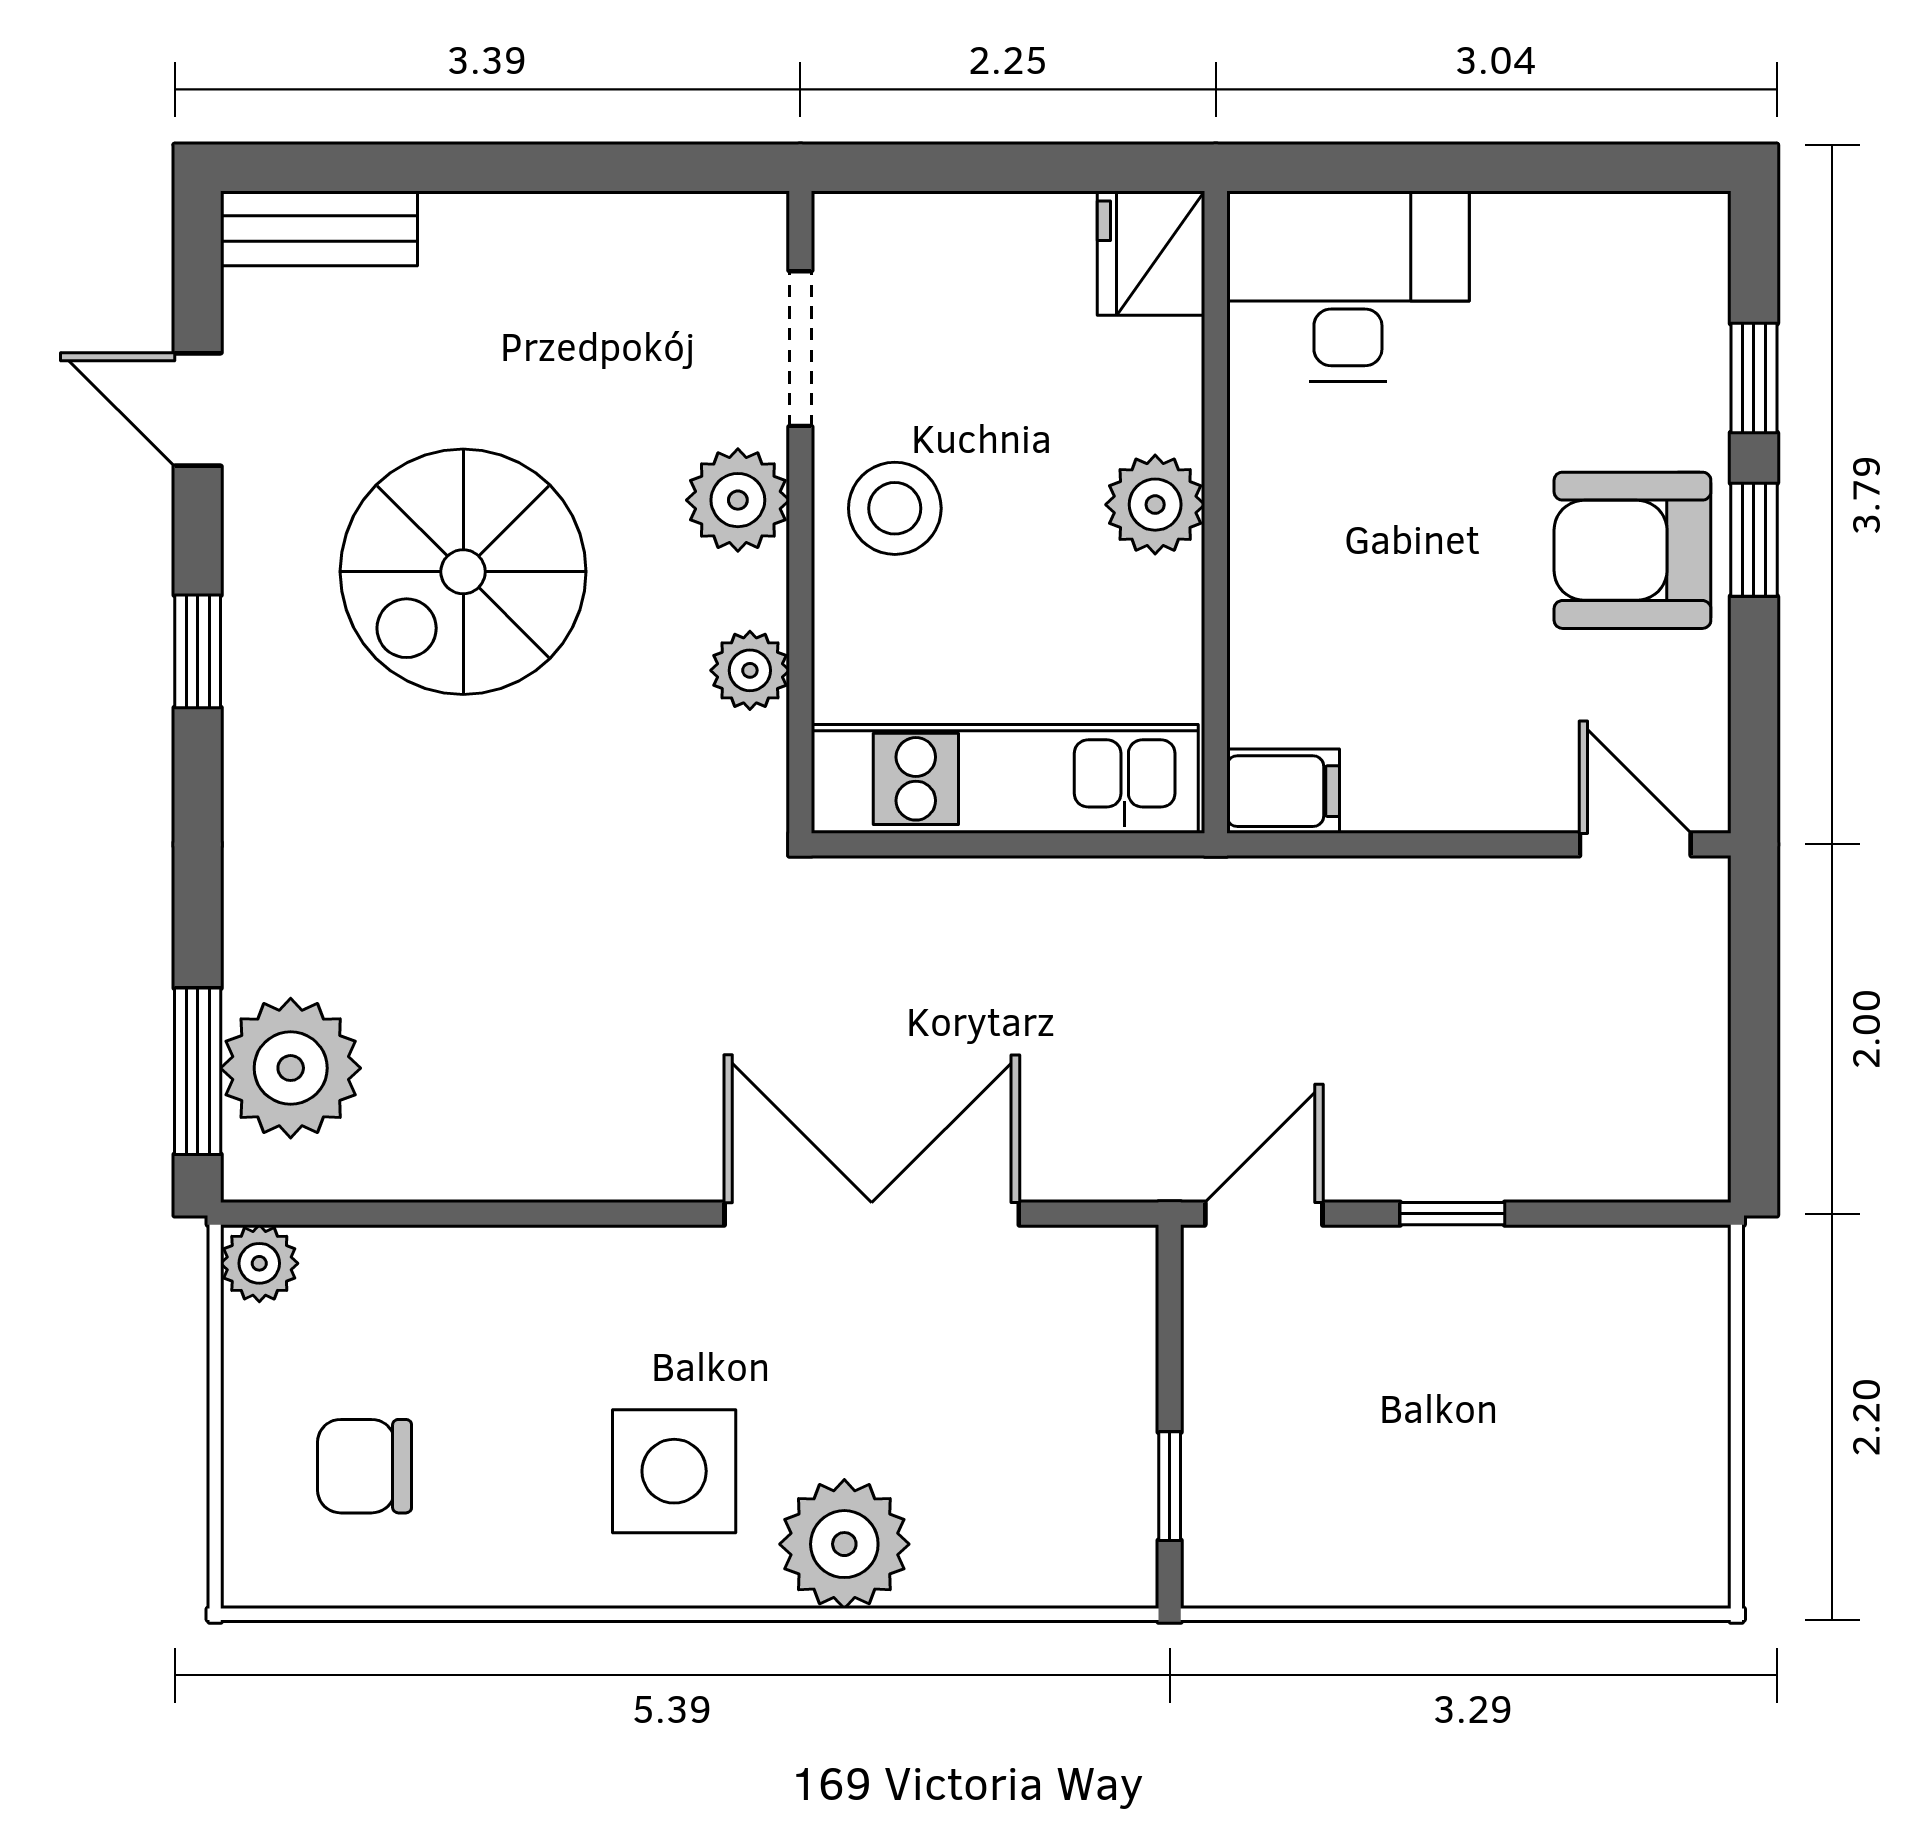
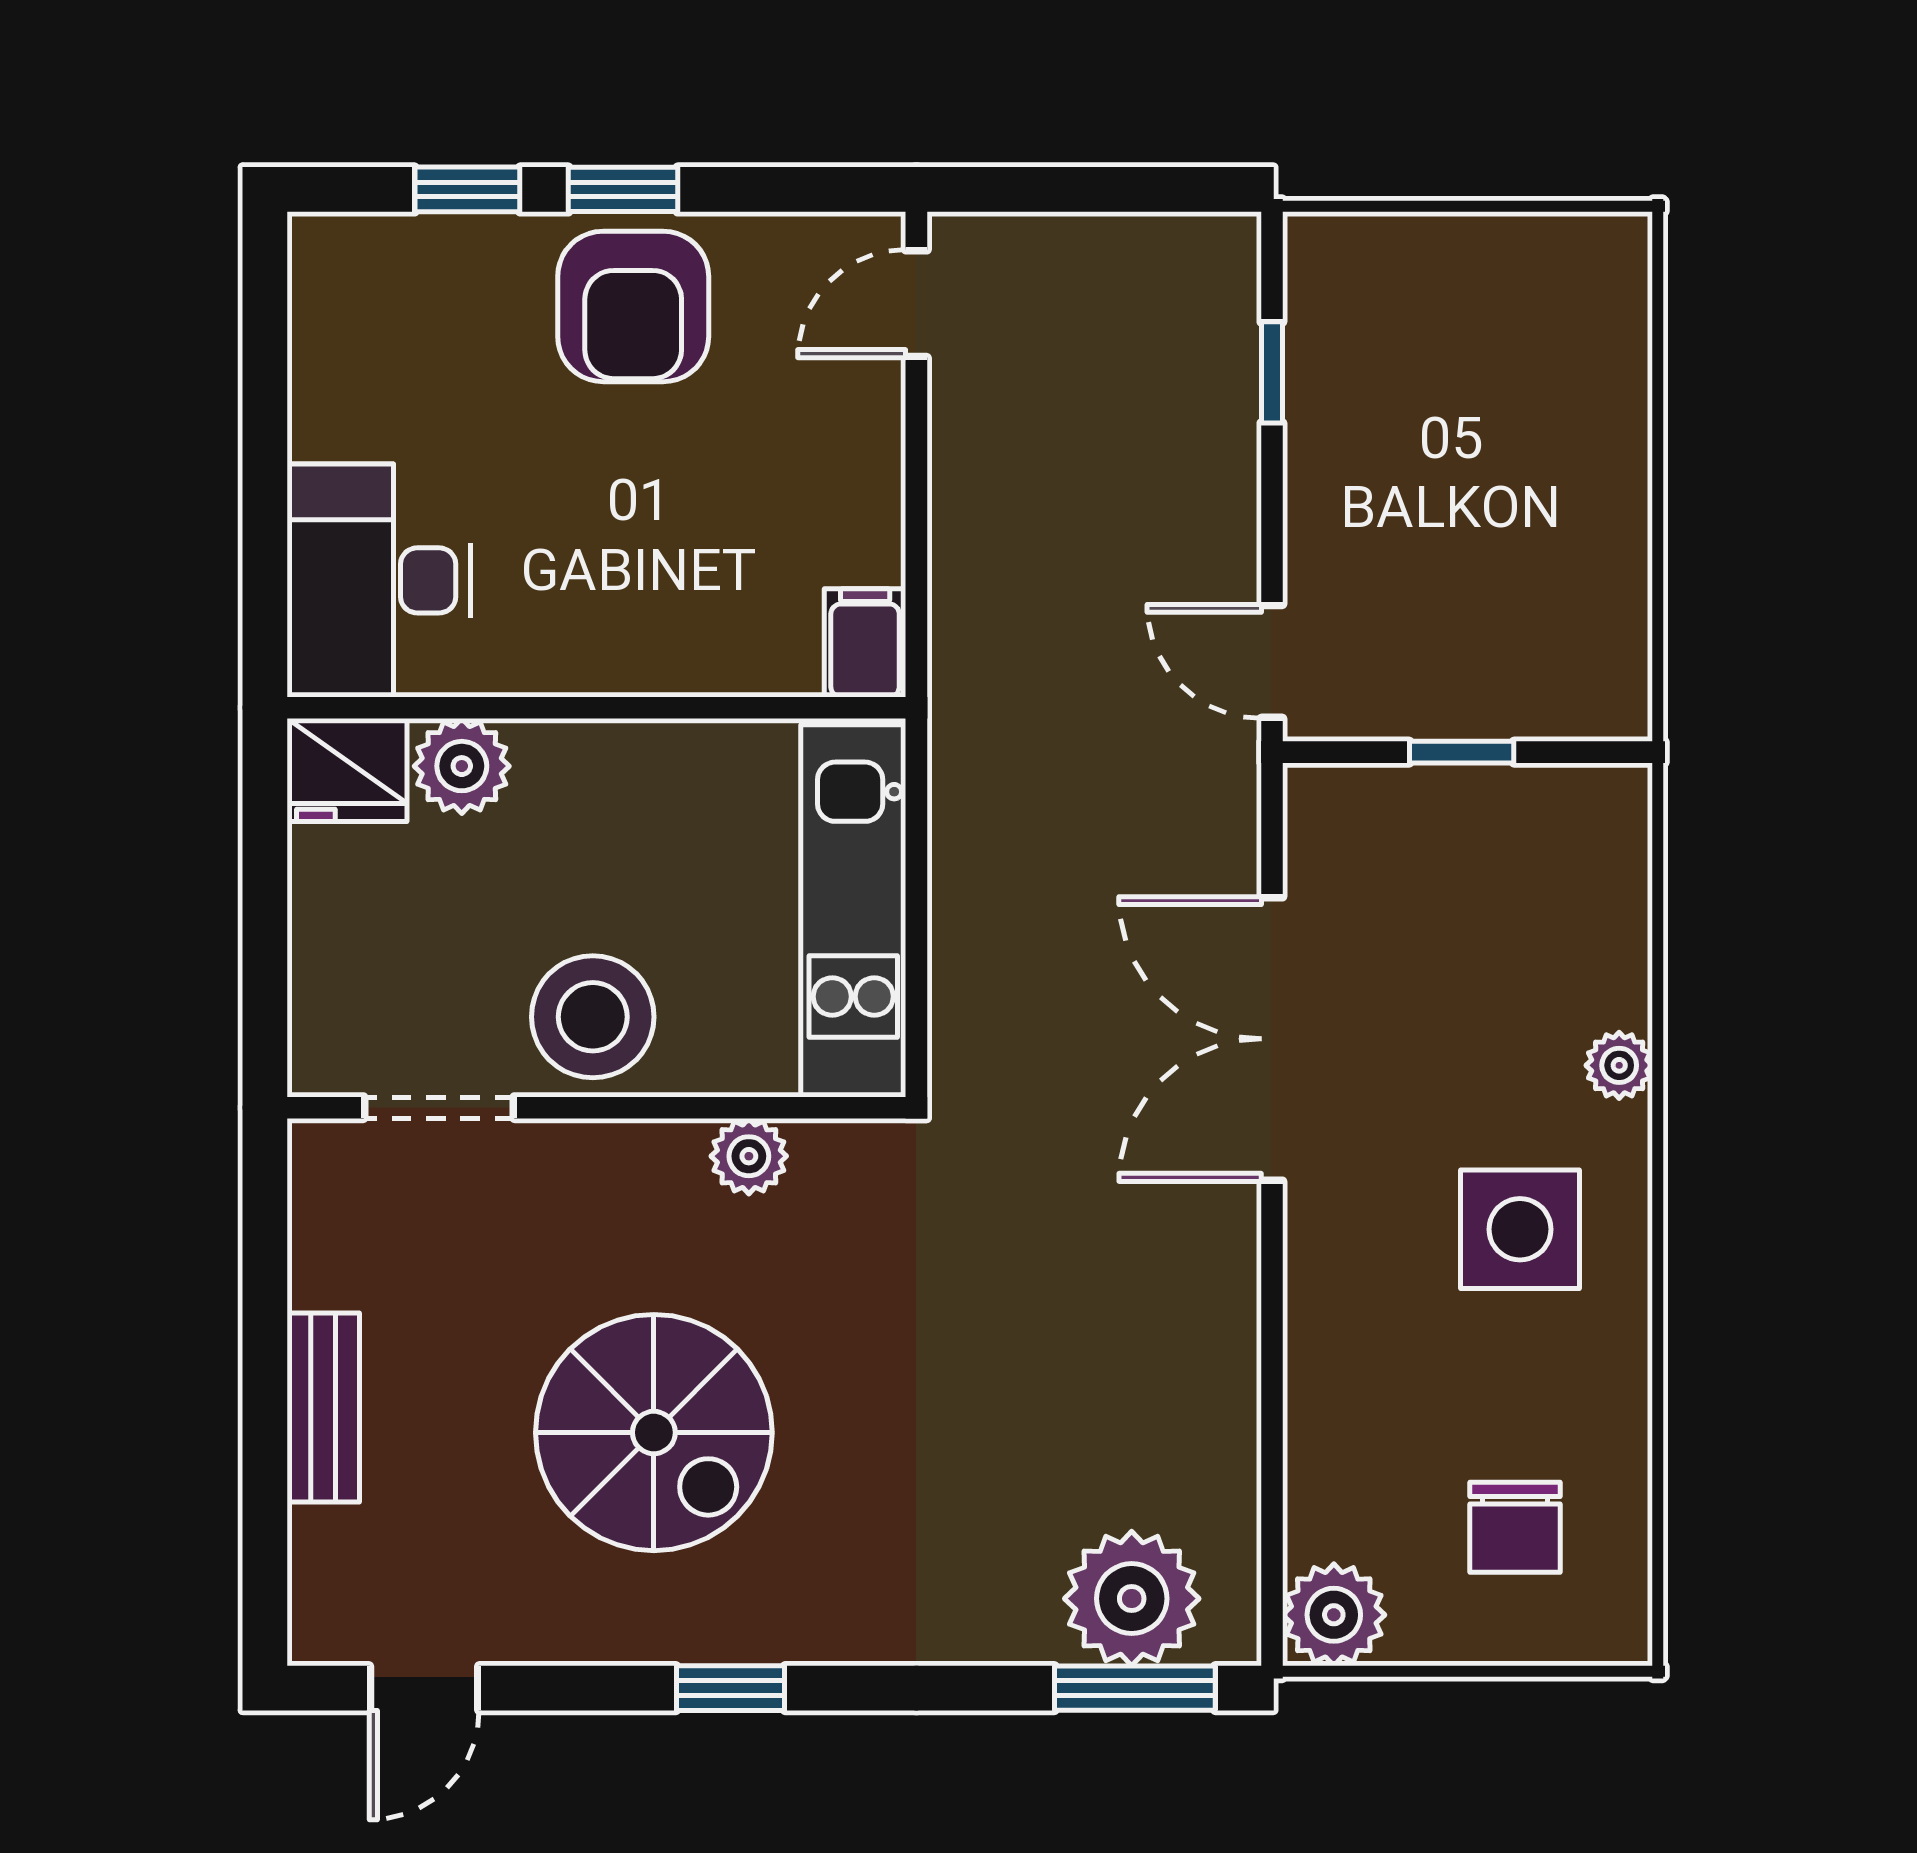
bench: (319, 228) -> (323, 1408), moved
door: (198, 410) -> (424, 1688), moved
plant: (738, 500) -> (585, 1168), removed
plant: (1155, 505) -> (462, 766), moved
stool: (895, 508) -> (593, 1017), width x1.38, depth x1.38
window: (1452, 1214) -> (1272, 372), moved
plant: (259, 1263) -> (1334, 1615), width x1.38, depth x1.38
window: (1170, 1486) -> (1462, 752), moved
plant: (844, 1544) -> (1619, 1065), width x0.53, depth x0.53

